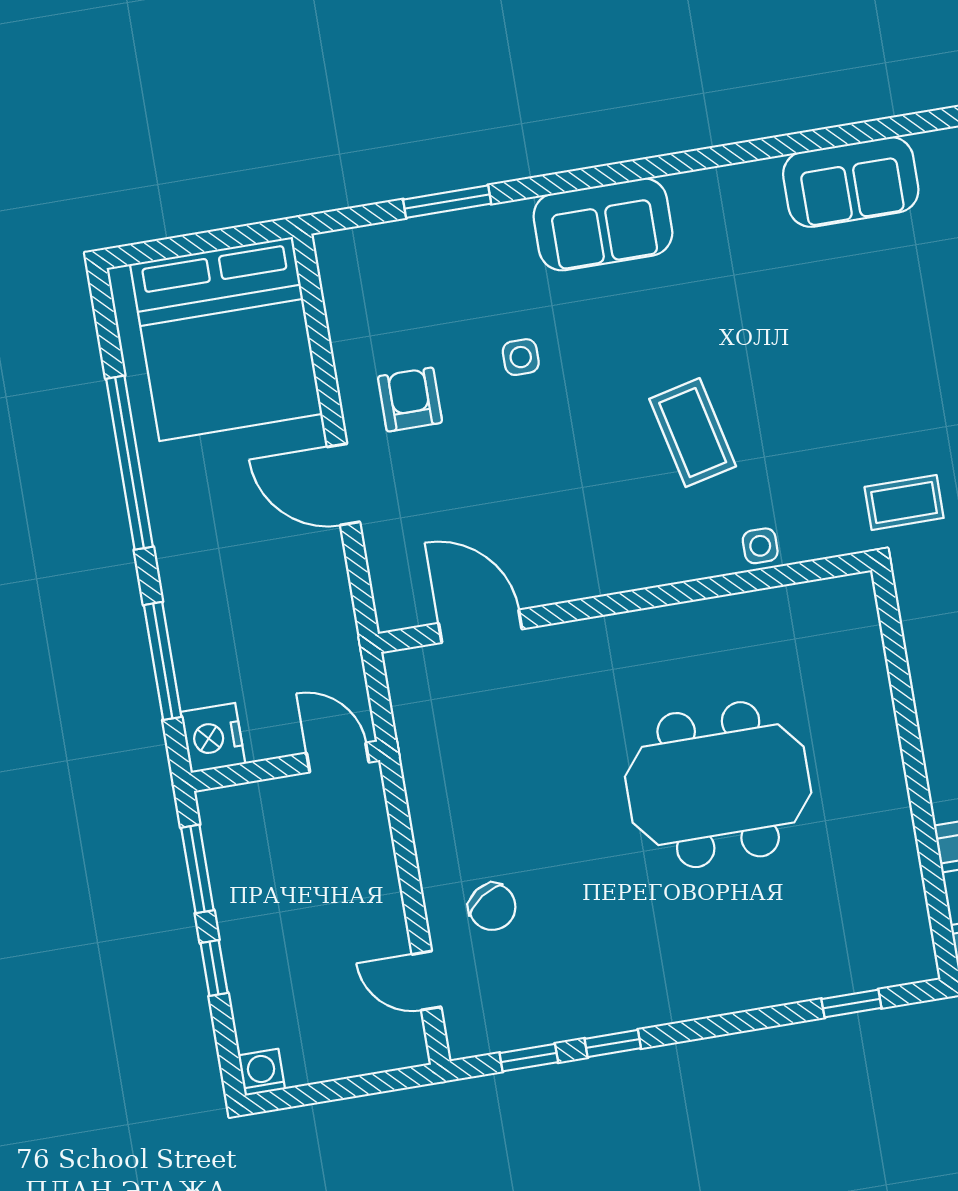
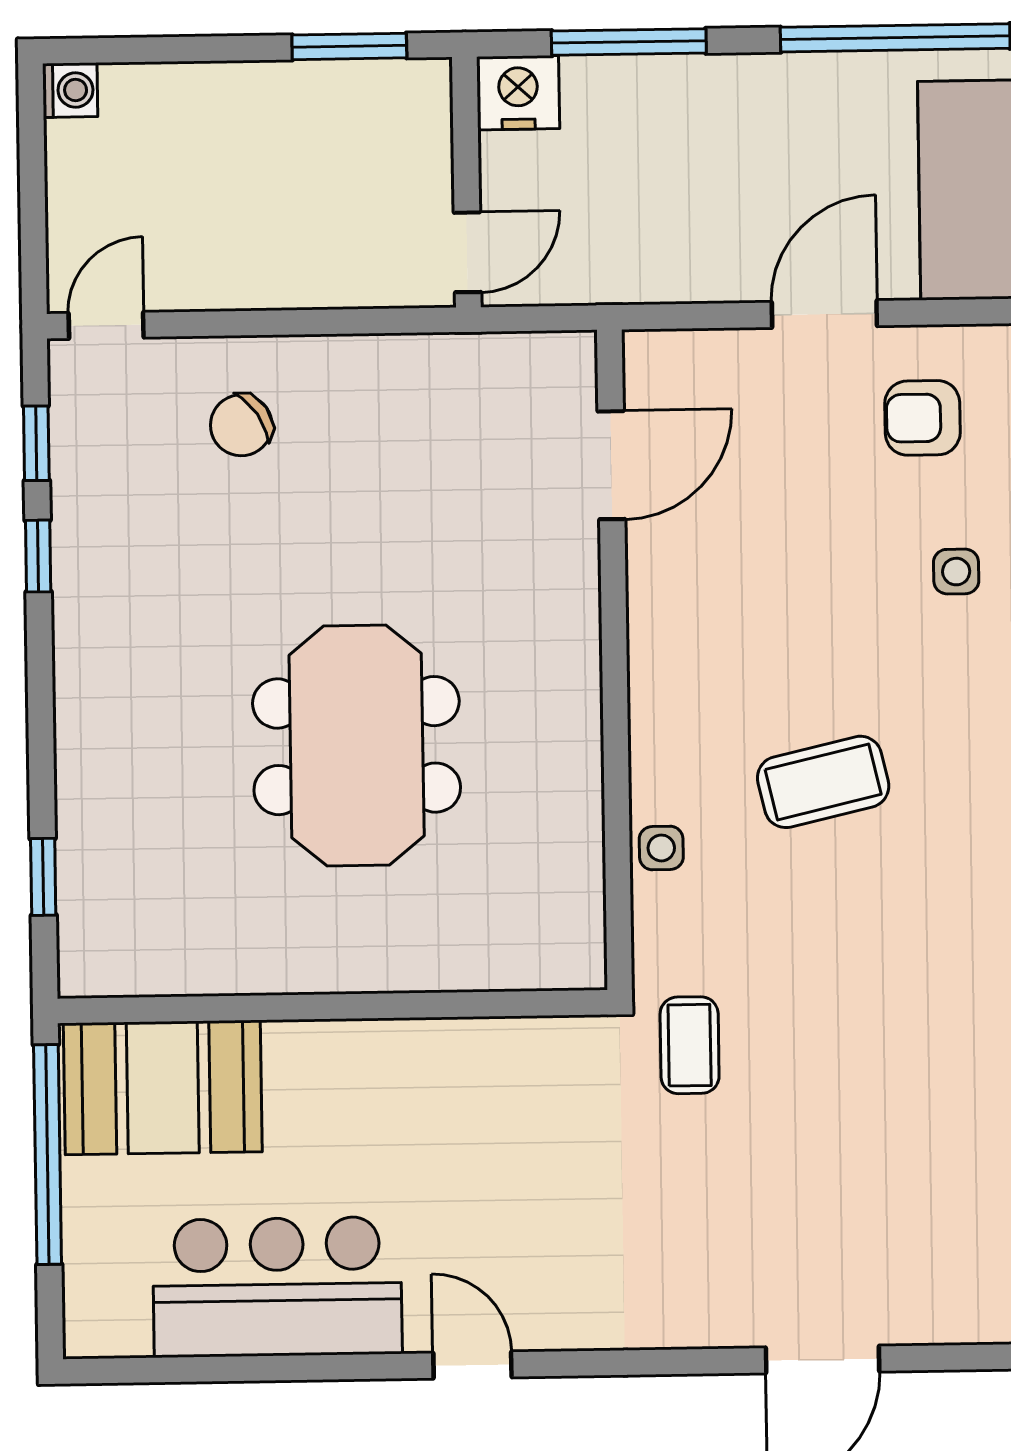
armchair: (410, 399) -> (923, 418), turned 180
window: (214, 968) -> (216, 48), removed
door: (427, 981) -> (106, 325), moved

